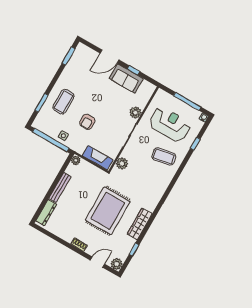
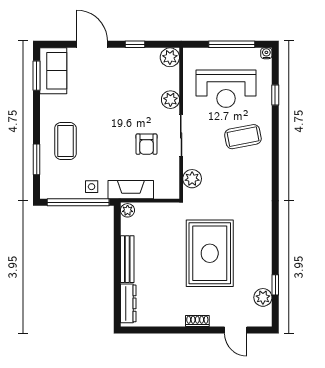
door: (109, 56) -> (92, 44), swing flipped
sofa: (126, 79) -> (53, 71), moved, turned -90
plant: (149, 89) -> (170, 57), added
armchair: (87, 122) -> (146, 144), moved
reception desk: (170, 124) -> (226, 89), turned 180
fireplace: (98, 158) -> (131, 190), moved
wardrobe: (140, 224) -> (263, 246), removed
door: (98, 262) -> (236, 330), swing flipped
plant: (117, 264) -> (263, 297), moved

